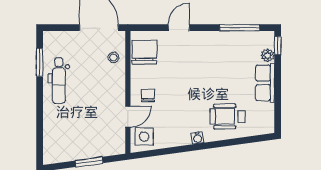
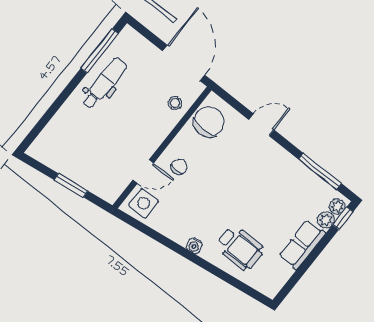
plant: (268, 41) -> (337, 206), added
window: (40, 62) -> (100, 51), width x1.44
dental chair: (59, 80) -> (104, 83), turned 180
wheelchair: (227, 117) -> (240, 248), turned 180

